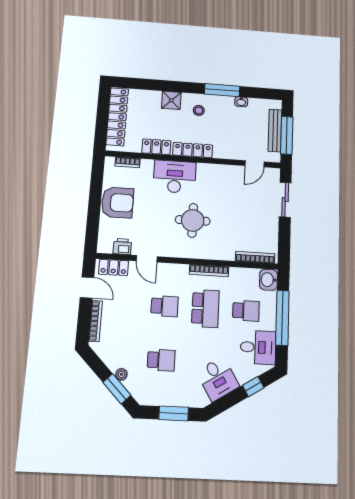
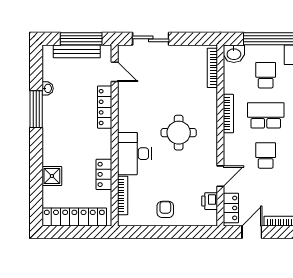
shower: (171, 100) -> (52, 176), moved
stool: (199, 110) -> (61, 133), removed
locker: (193, 150) -> (105, 107), moved
bookcase: (128, 162) -> (123, 195), width x1.56
armchair: (117, 203) -> (165, 209), width x0.53, depth x0.53

